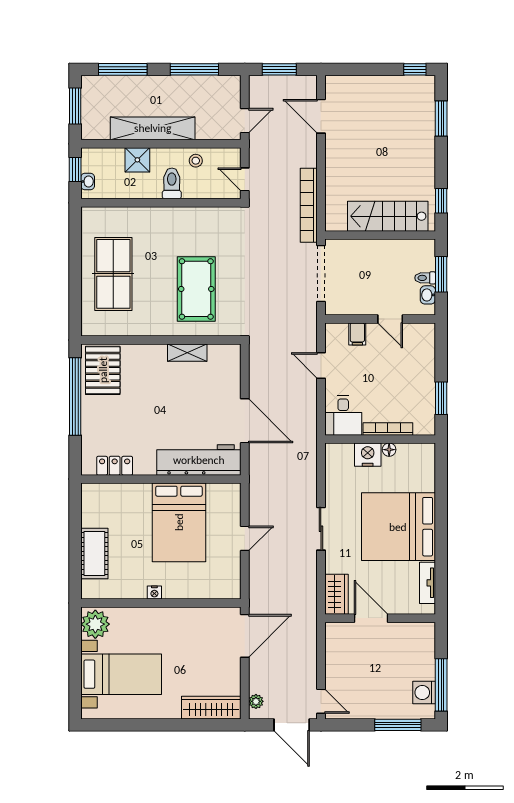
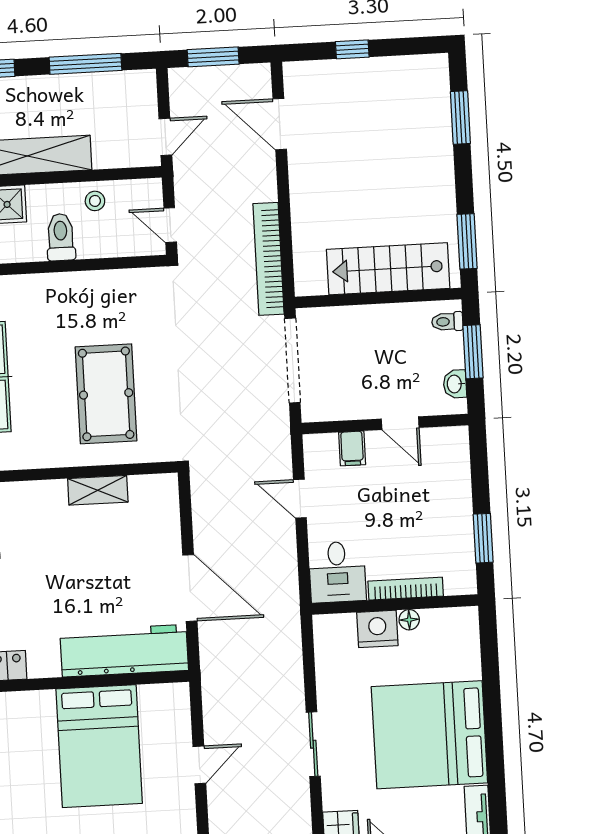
window: (415, 69) -> (352, 49), moved
window: (441, 201) -> (467, 241), width x1.50
toilet: (425, 278) -> (447, 322), moved

